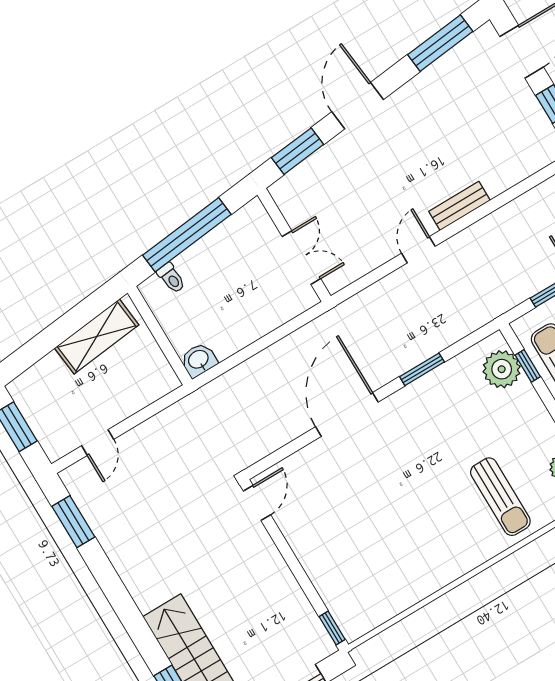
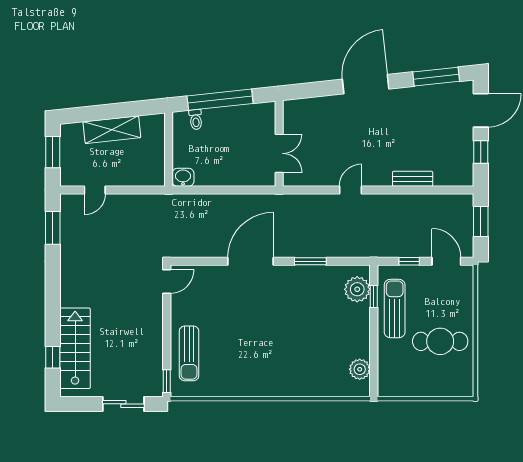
door: (358, 106) -> (366, 84), width x1.36
window: (298, 151) -> (314, 90), removed
bench: (460, 206) -> (413, 179), moved
shelving: (97, 336) -> (112, 130), moved
sun lounger: (500, 497) -> (189, 353), moved

